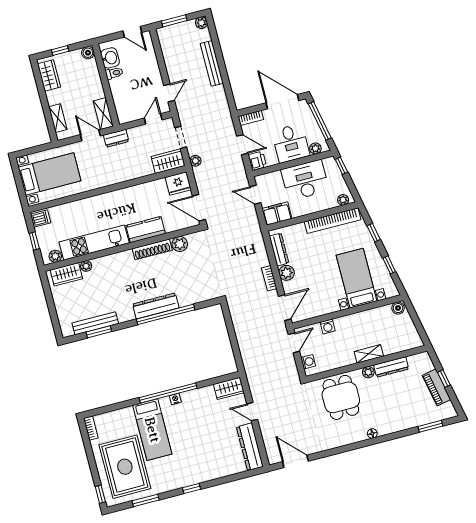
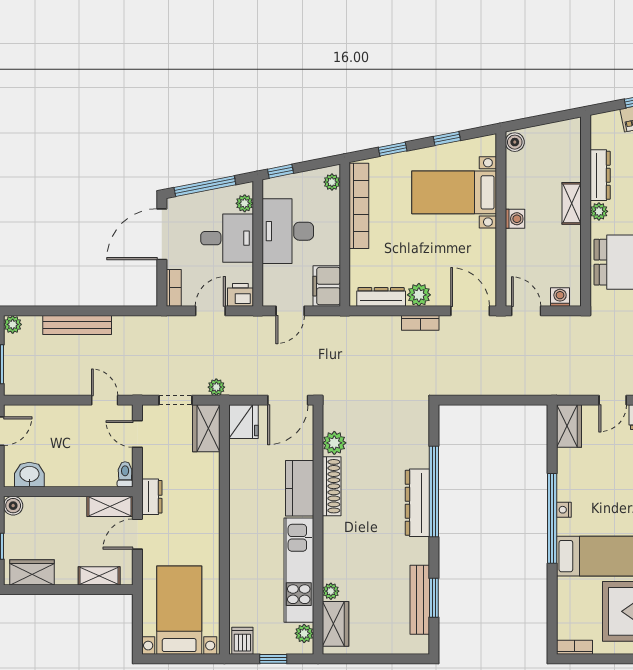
toilet: (114, 73) -> (125, 474), moved
washing machine: (328, 326) -> (515, 219), moved

